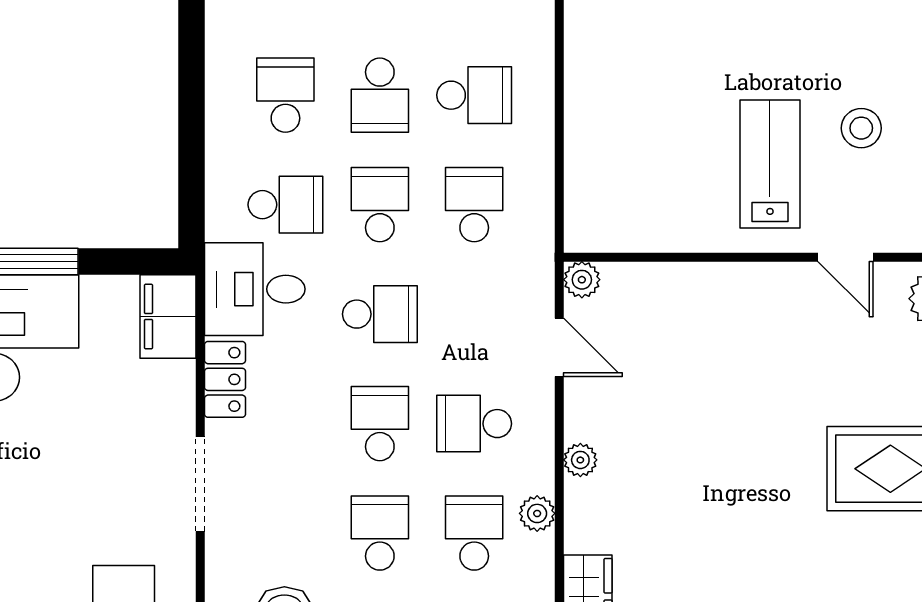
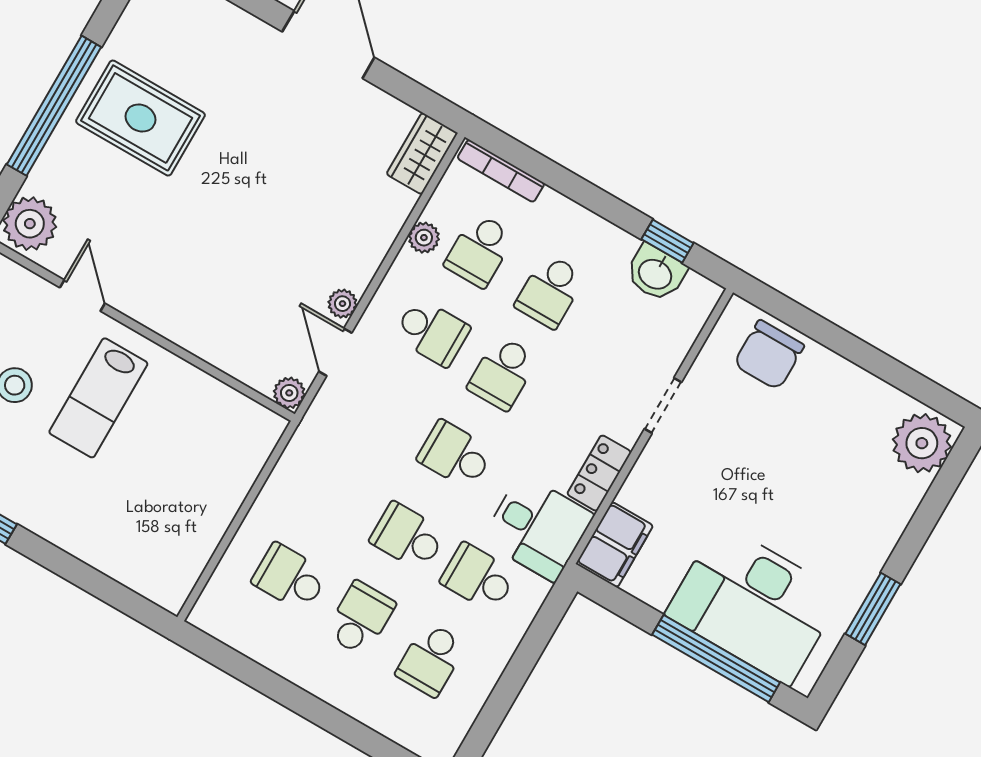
school desk: (380, 205) -> (408, 537), turned 90
school desk: (474, 205) -> (337, 496), removed
plant: (580, 460) -> (342, 304), moved
doorway: (200, 484) -> (663, 406), width x0.73

